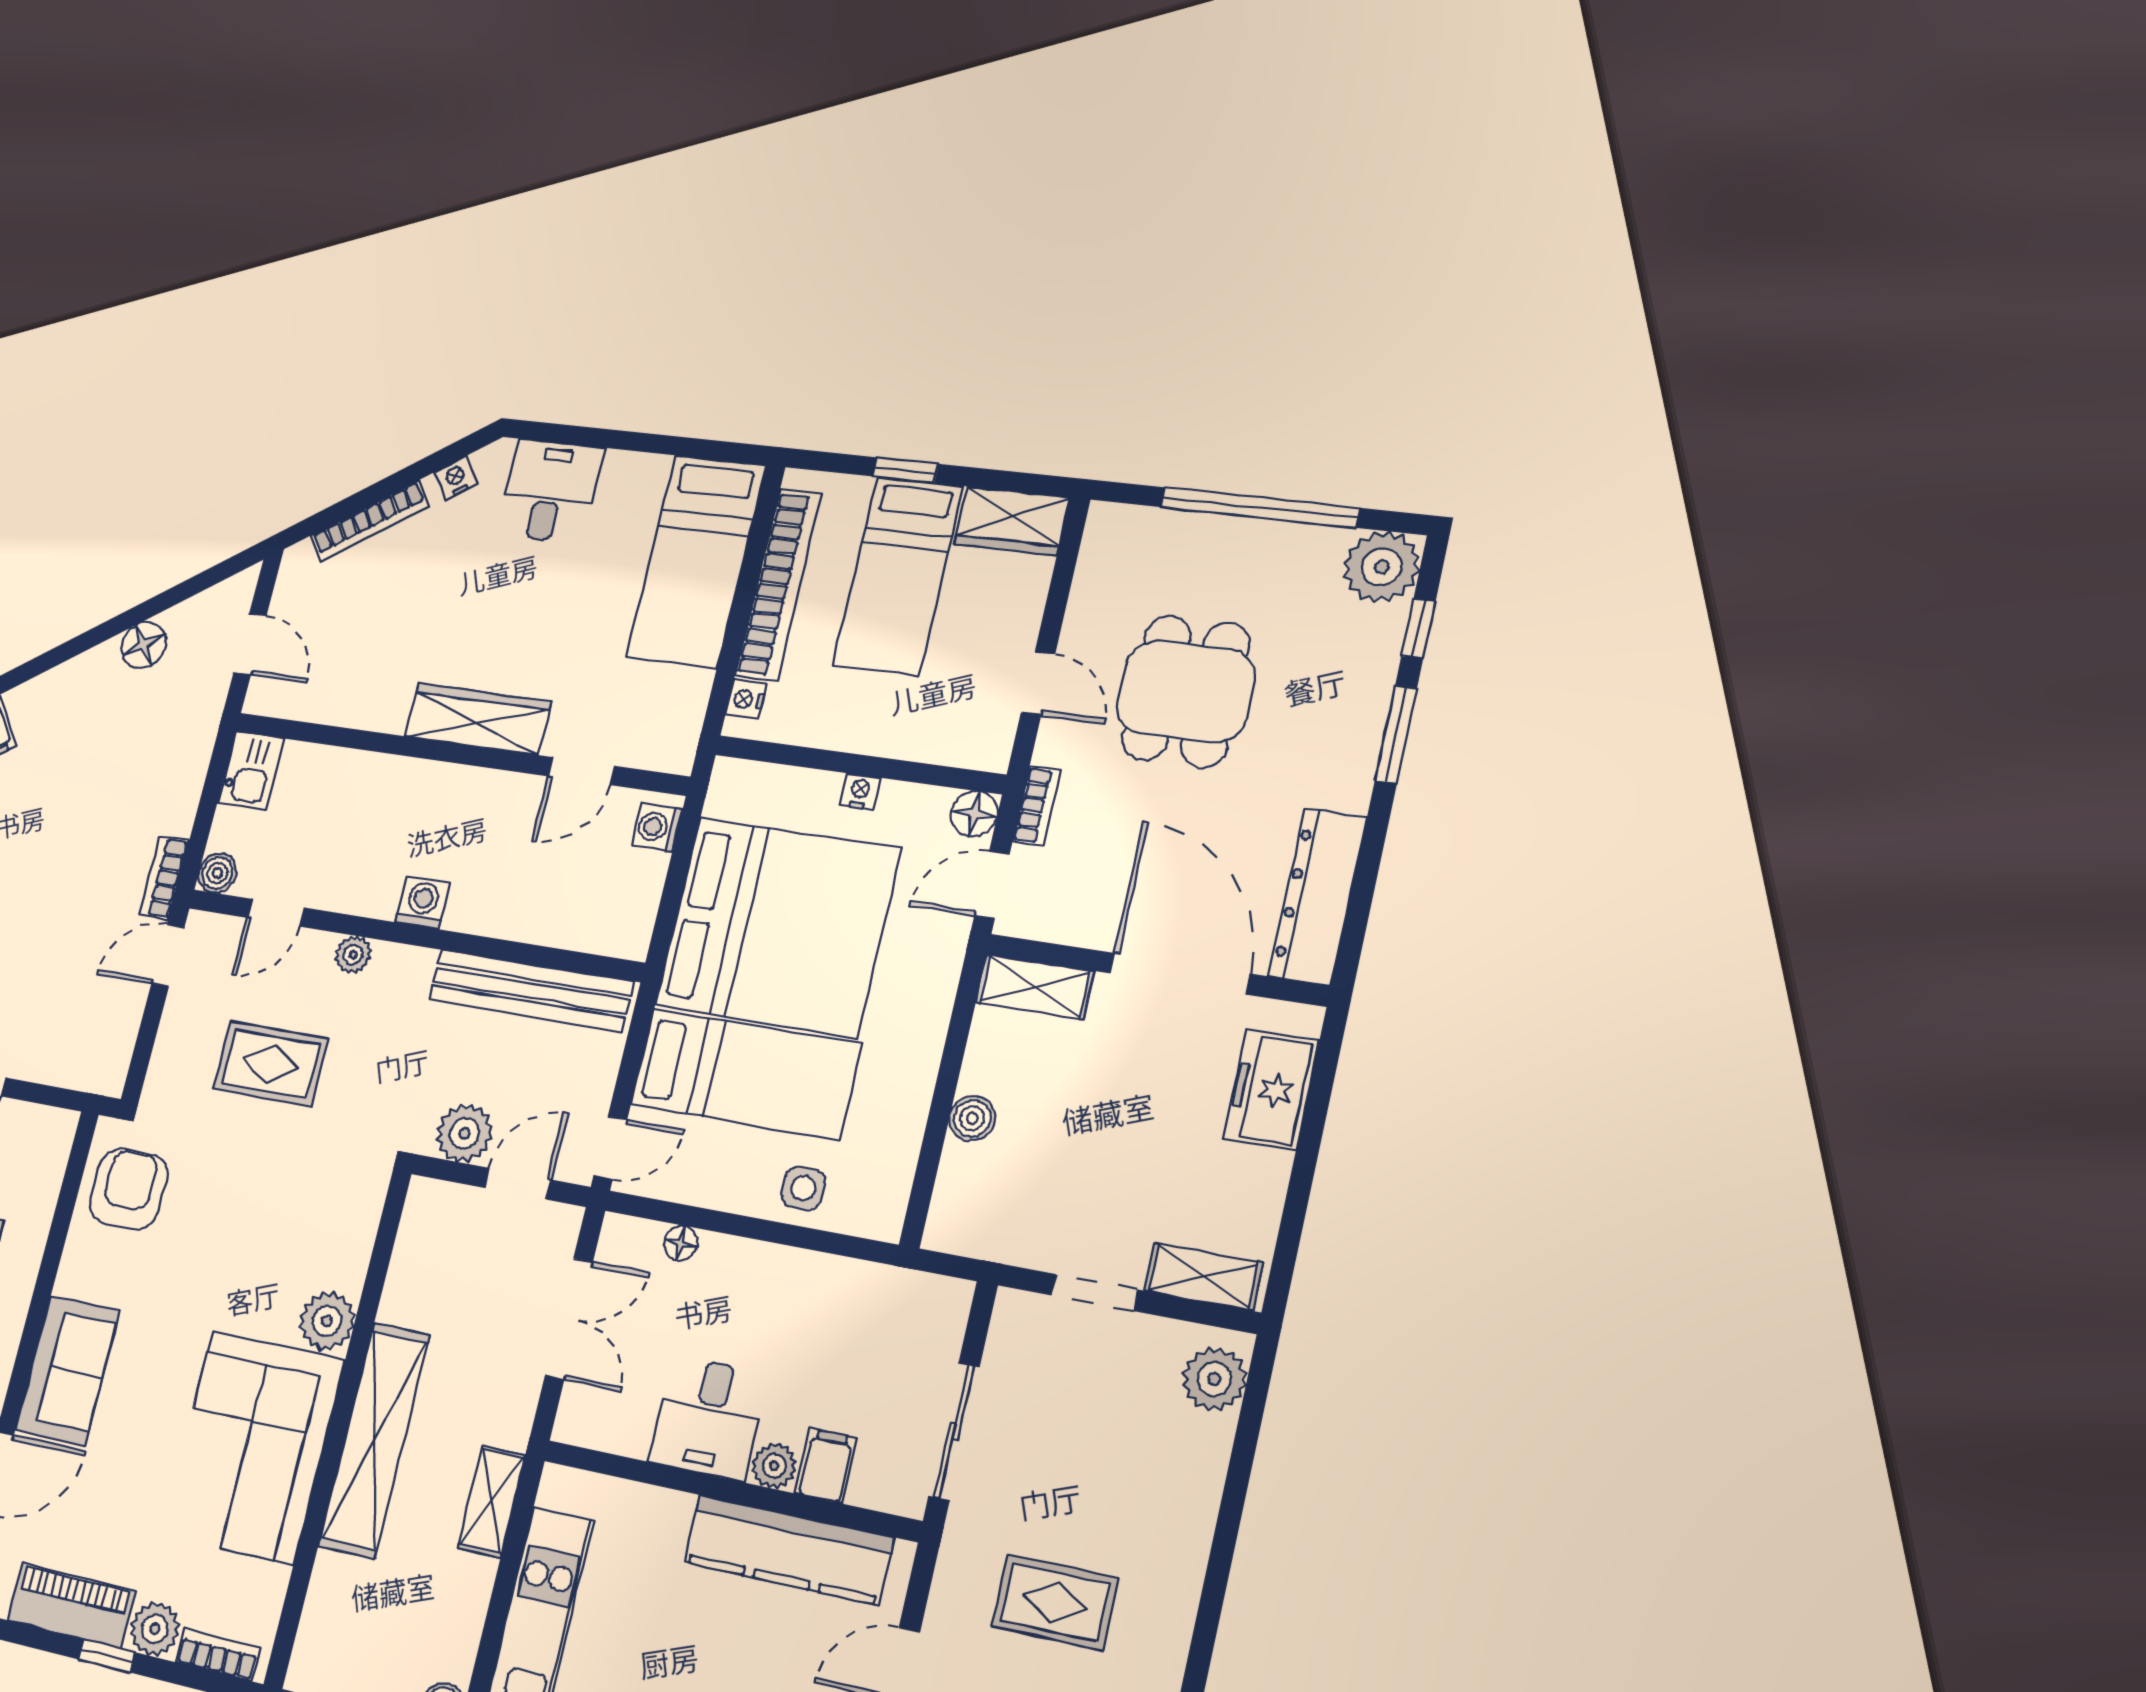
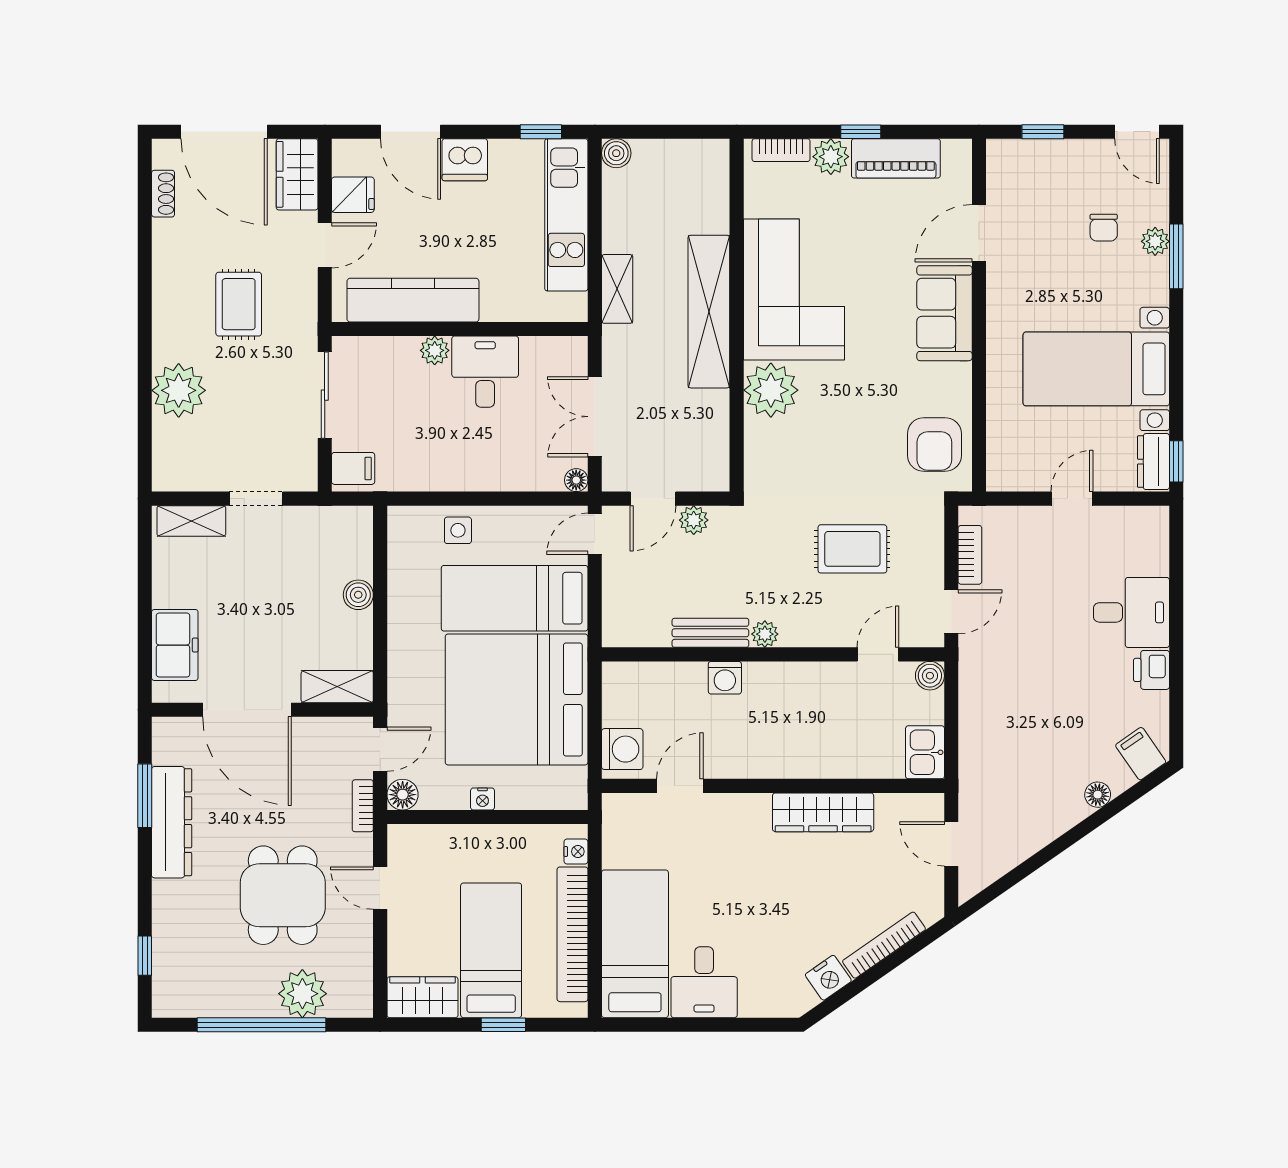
nightstand: (456, 478) -> (828, 978), width x1.39, depth x1.35
desk: (550, 491) -> (704, 982), moved
plant: (1382, 567) -> (302, 994), moved
floor lamp: (144, 645) -> (1098, 795), moved, width x0.73, depth x0.73
wardrobe: (478, 719) -> (823, 812), moved
window: (1396, 735) -> (145, 796), moved
washing machine: (657, 827) -> (622, 749), width x1.38, depth x1.38
bookcase: (164, 878) -> (970, 555), moved
dresser: (1318, 897) -> (172, 822), moved
washing machine: (422, 903) -> (725, 678), moved
plant: (353, 955) -> (765, 634), moved
bench: (531, 990) -> (710, 633), width x0.54, depth x0.82
plant: (465, 1133) -> (694, 520), width x0.73, depth x0.73
floor lamp: (681, 1243) -> (576, 480), moved
plant: (327, 1321) -> (771, 390), width x1.36, depth x1.36
plant: (1214, 1379) -> (179, 390), moved, width x1.36, depth x1.36
filing cabinet: (826, 1466) -> (353, 468), moved, turned -90
rug: (1055, 1602) -> (239, 304), turned 90

